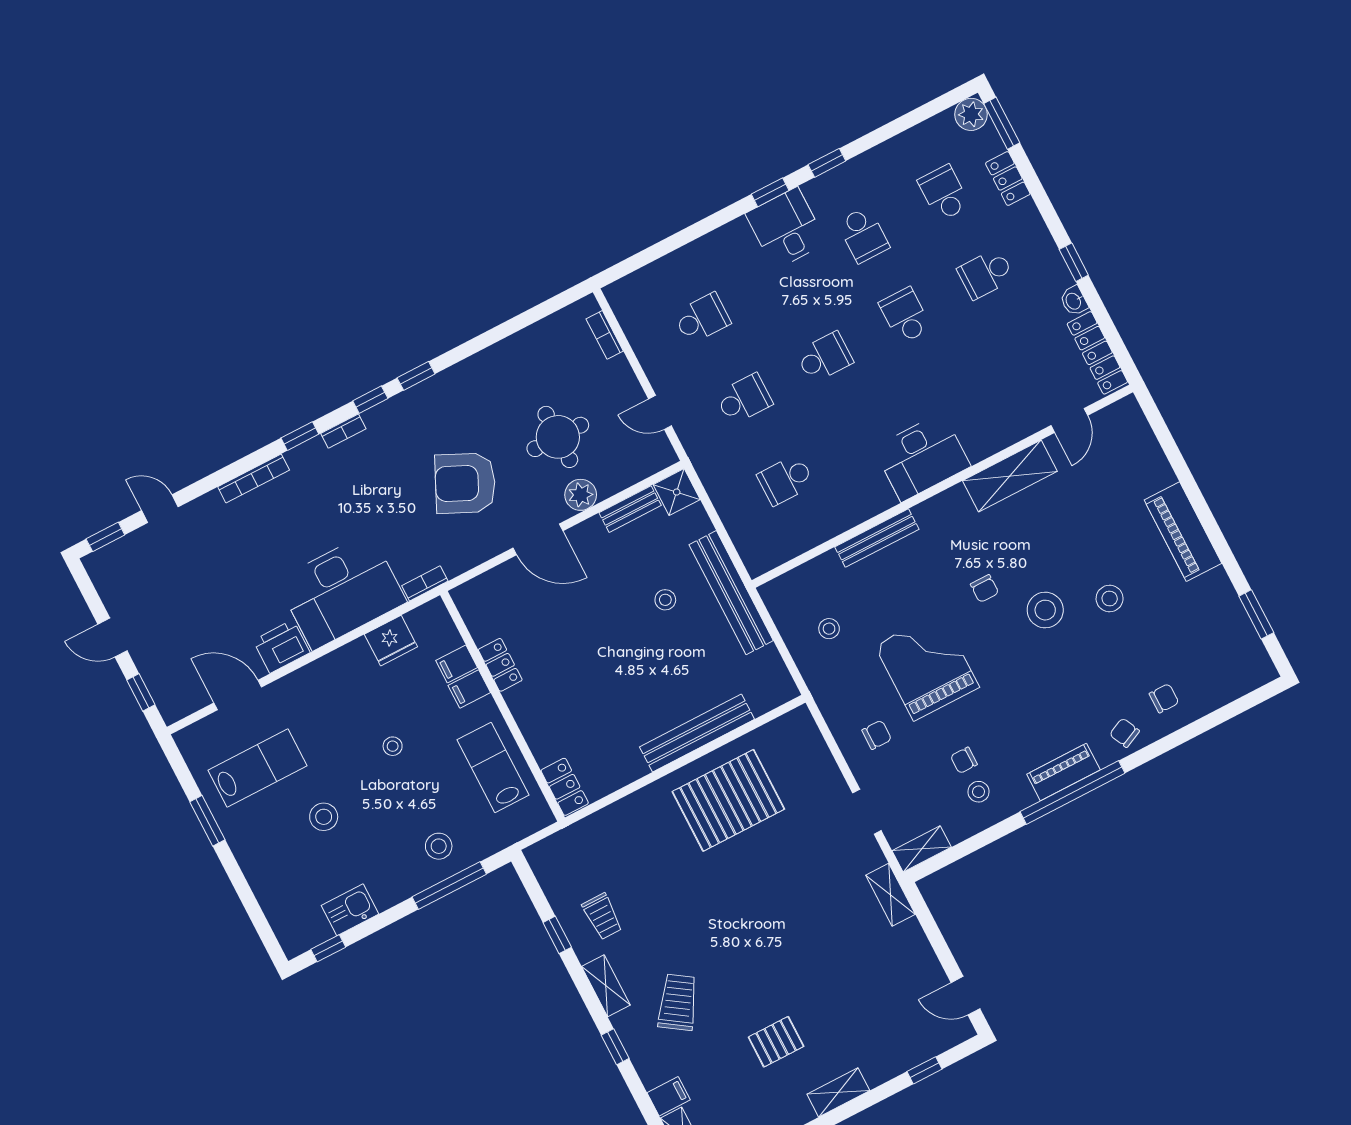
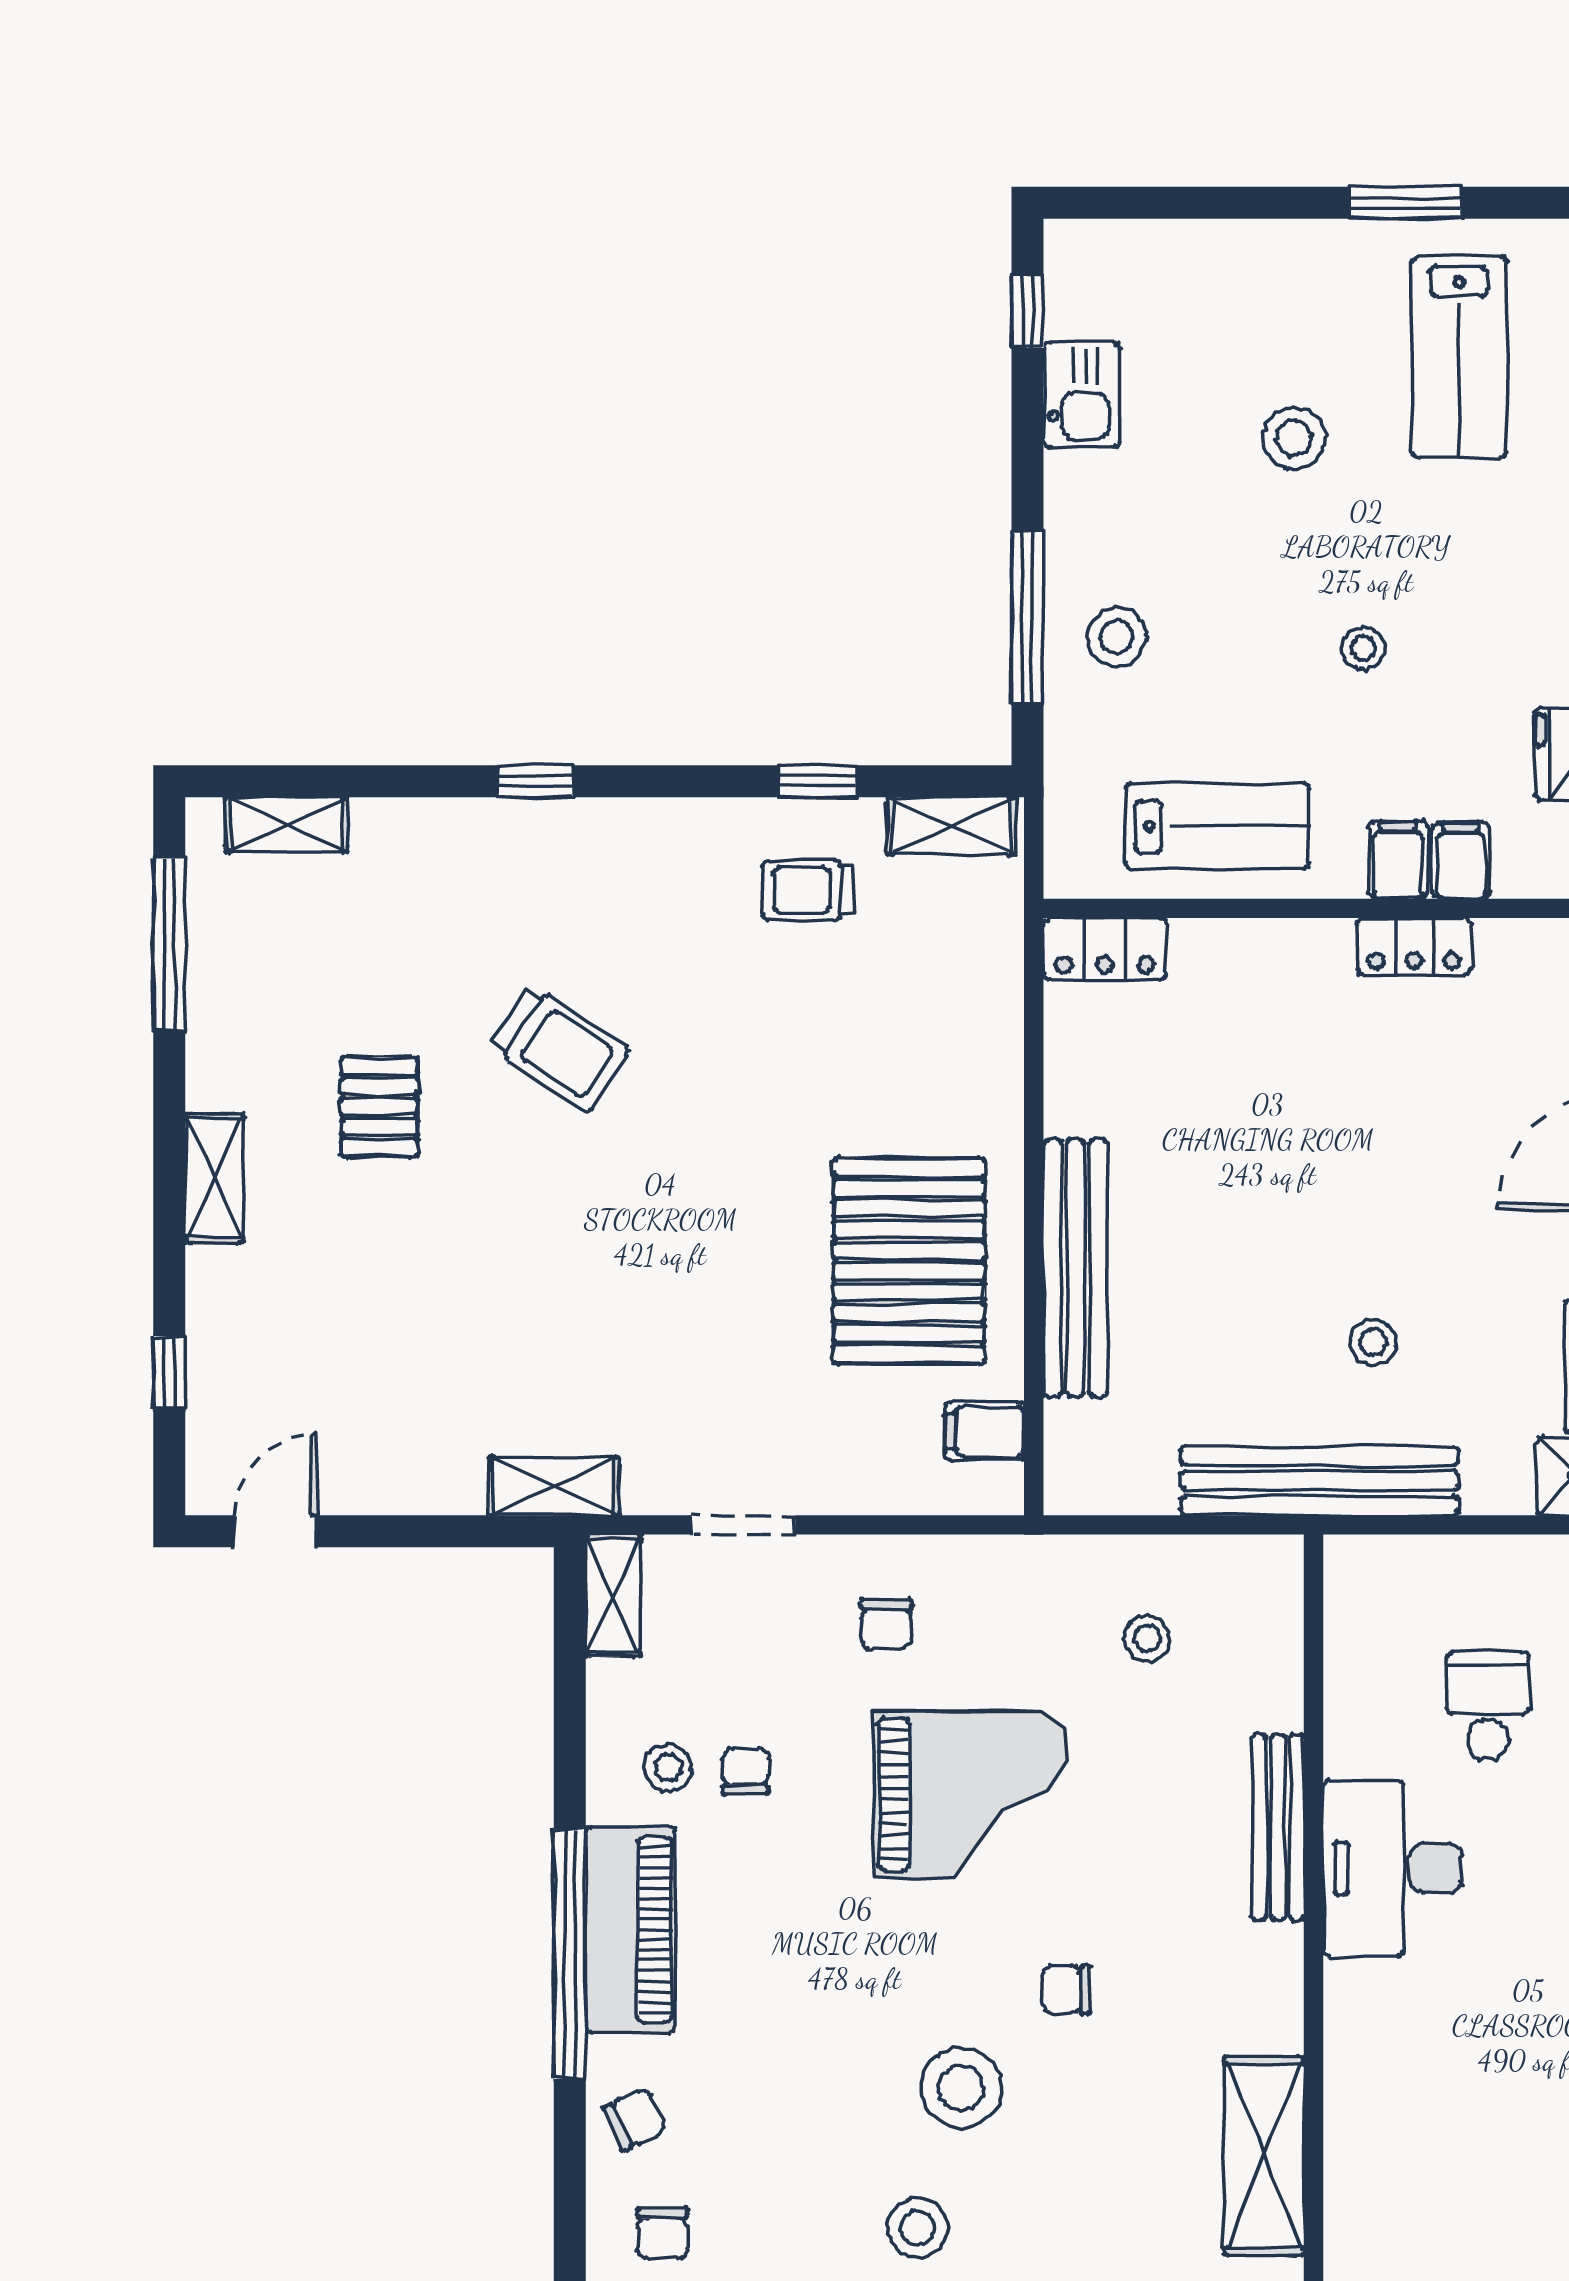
desk: (922, 457) -> (1393, 1868), moved
piano: (1063, 772) -> (631, 1929), width x1.37, depth x1.33
shelving: (606, 986) -> (951, 826), moved
trolley: (678, 1002) -> (560, 1049), moved
filing cabinet: (669, 1096) -> (985, 1431), moved, turned 90

